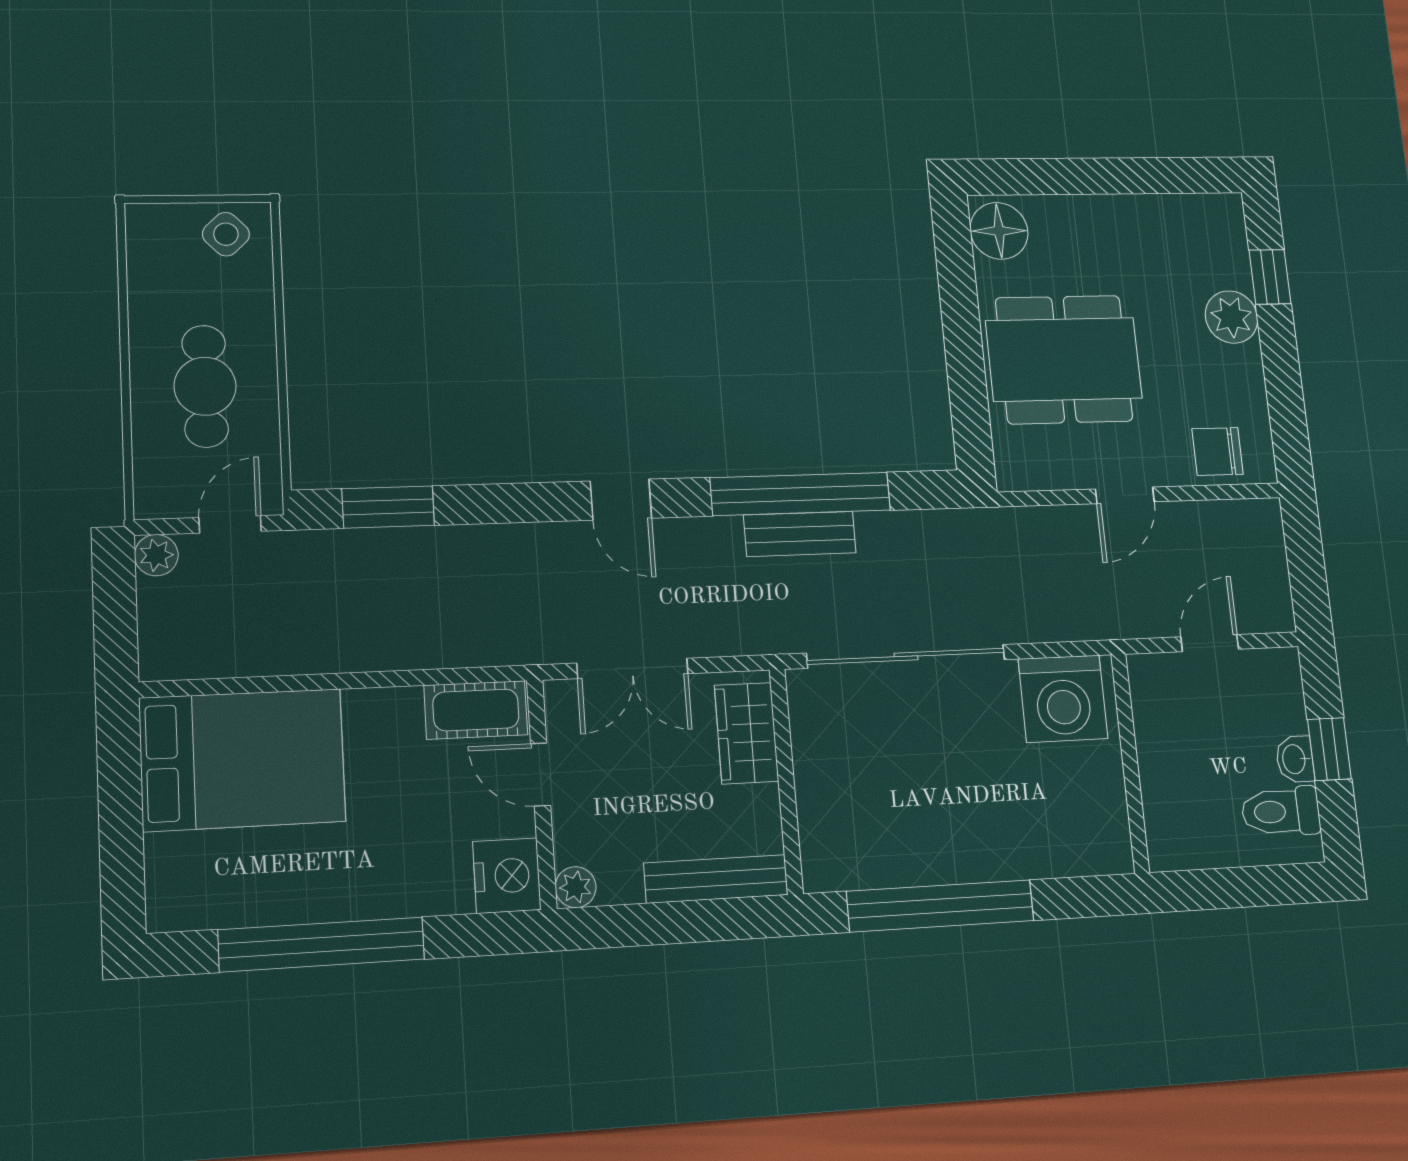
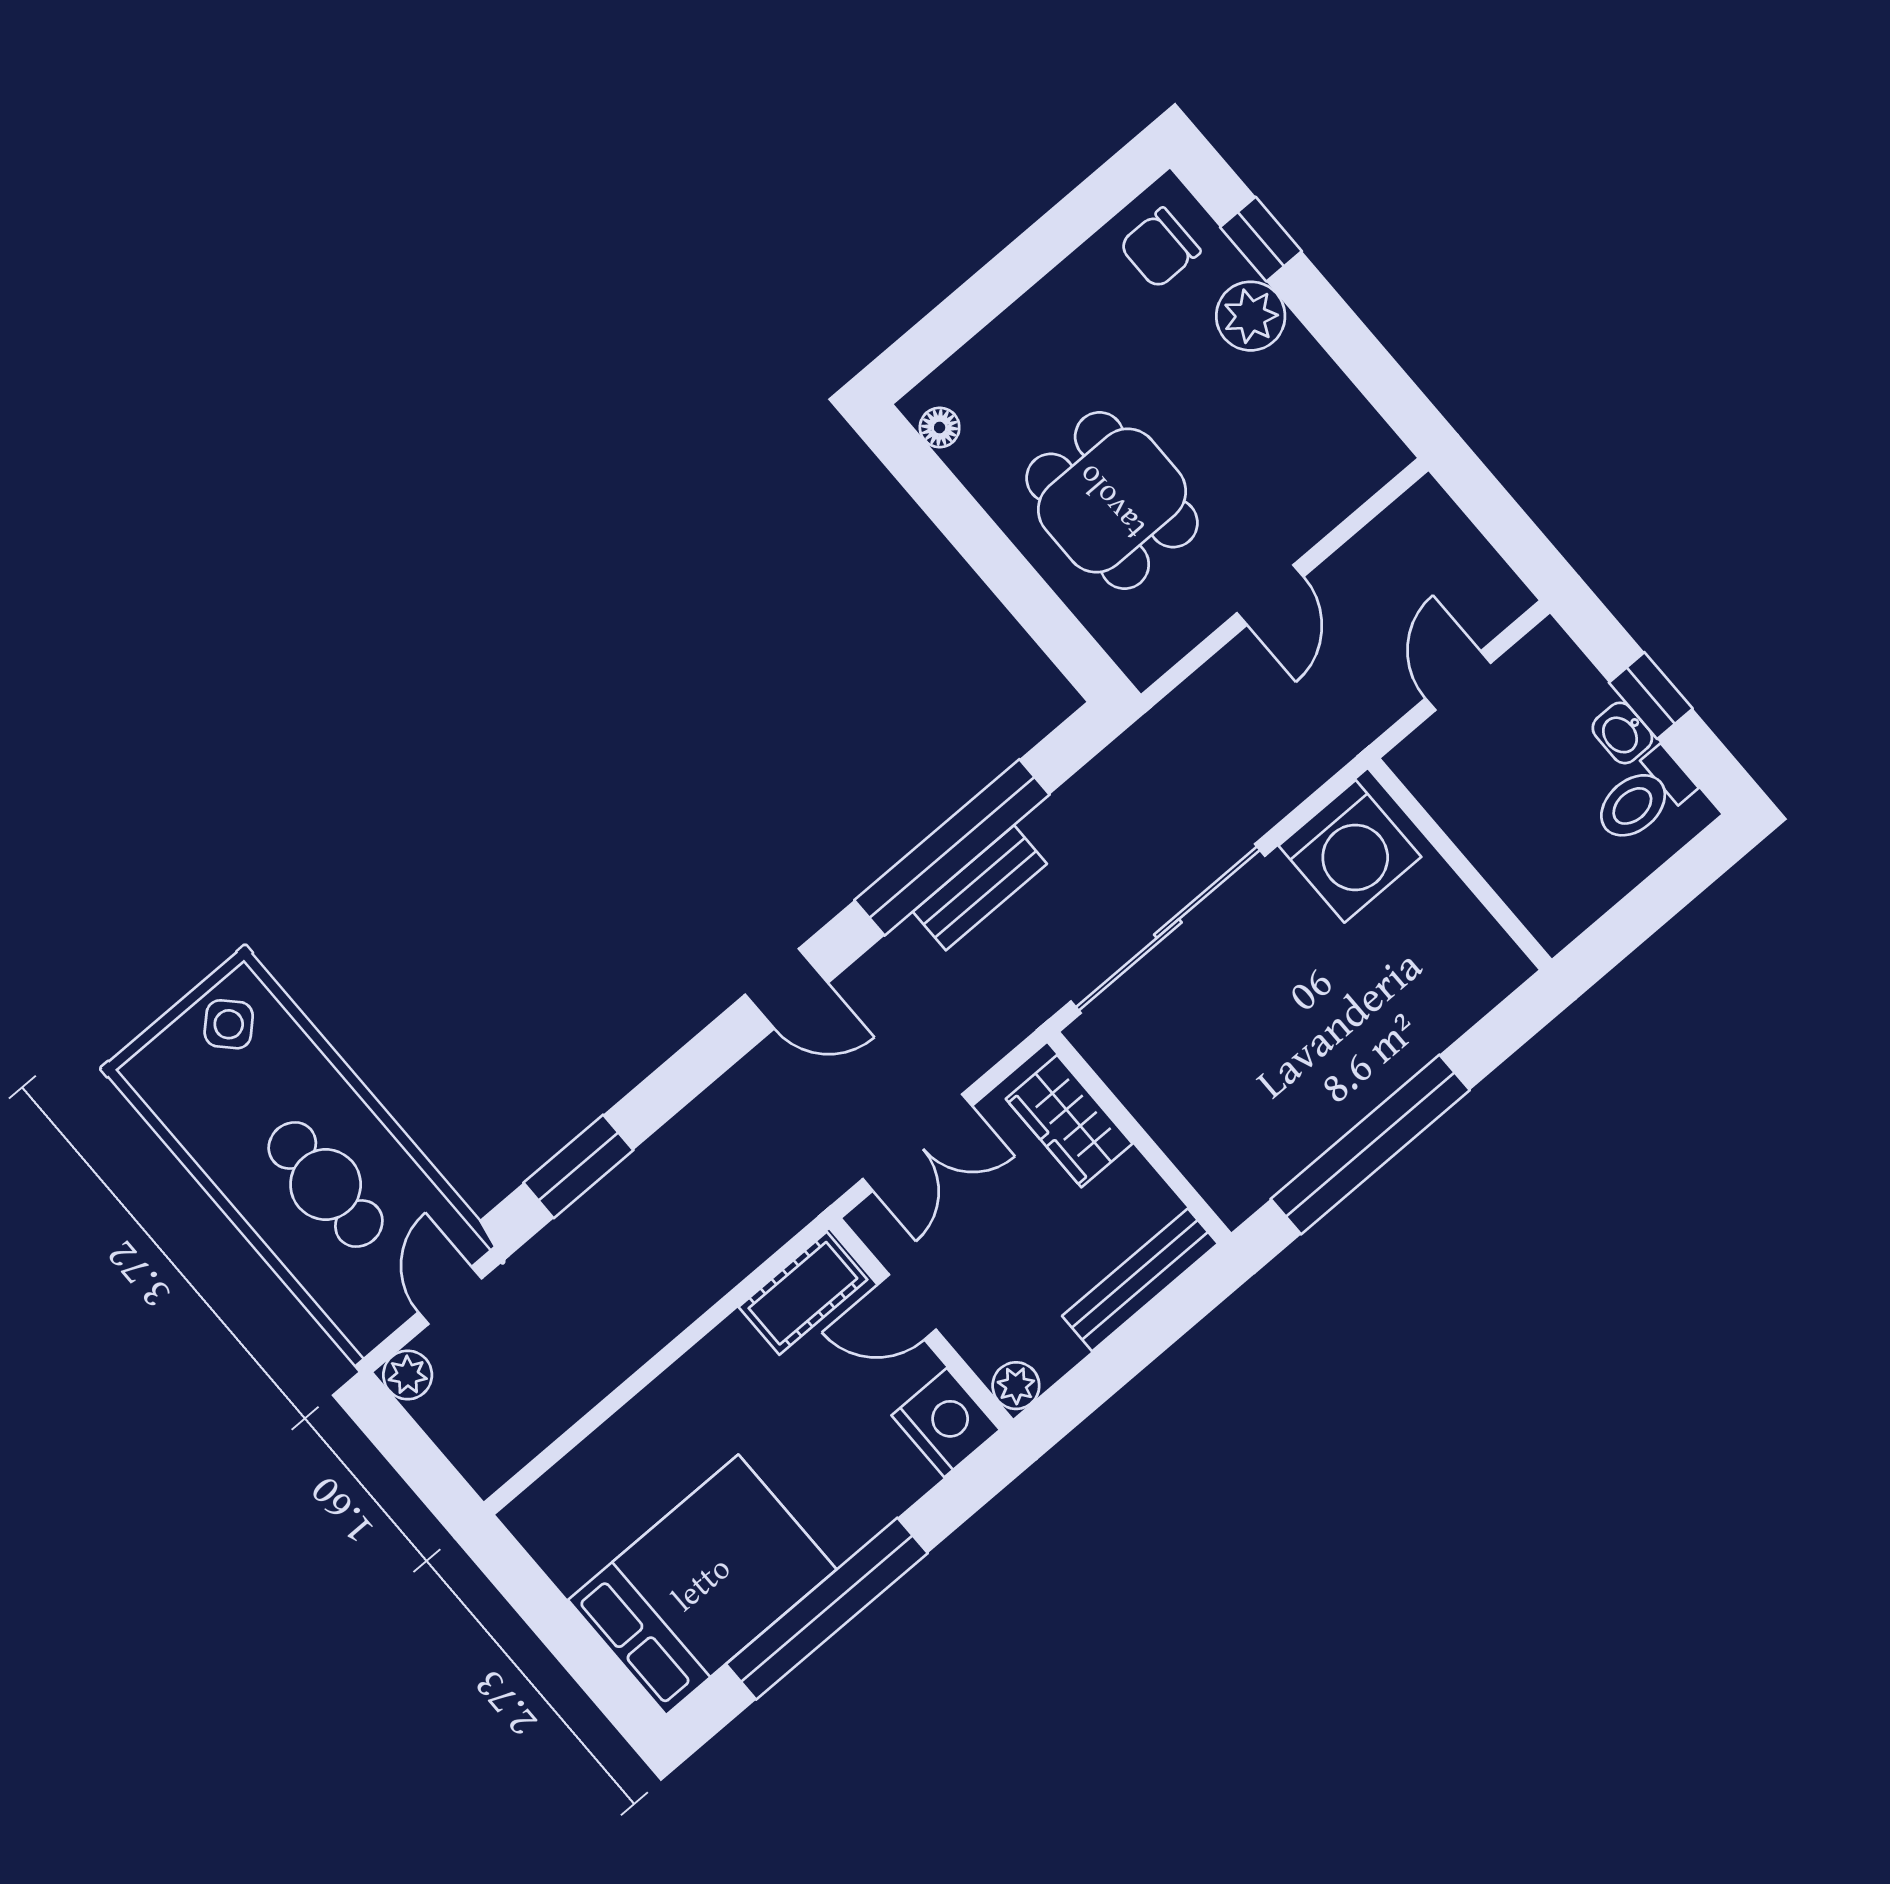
floor lamp: (999, 231) -> (940, 427), width x0.53, depth x0.53
dining table: (1064, 359) -> (1112, 501), width x0.73
chair: (1218, 451) -> (1160, 248), moved
bed: (242, 760) -> (702, 1585), moved

